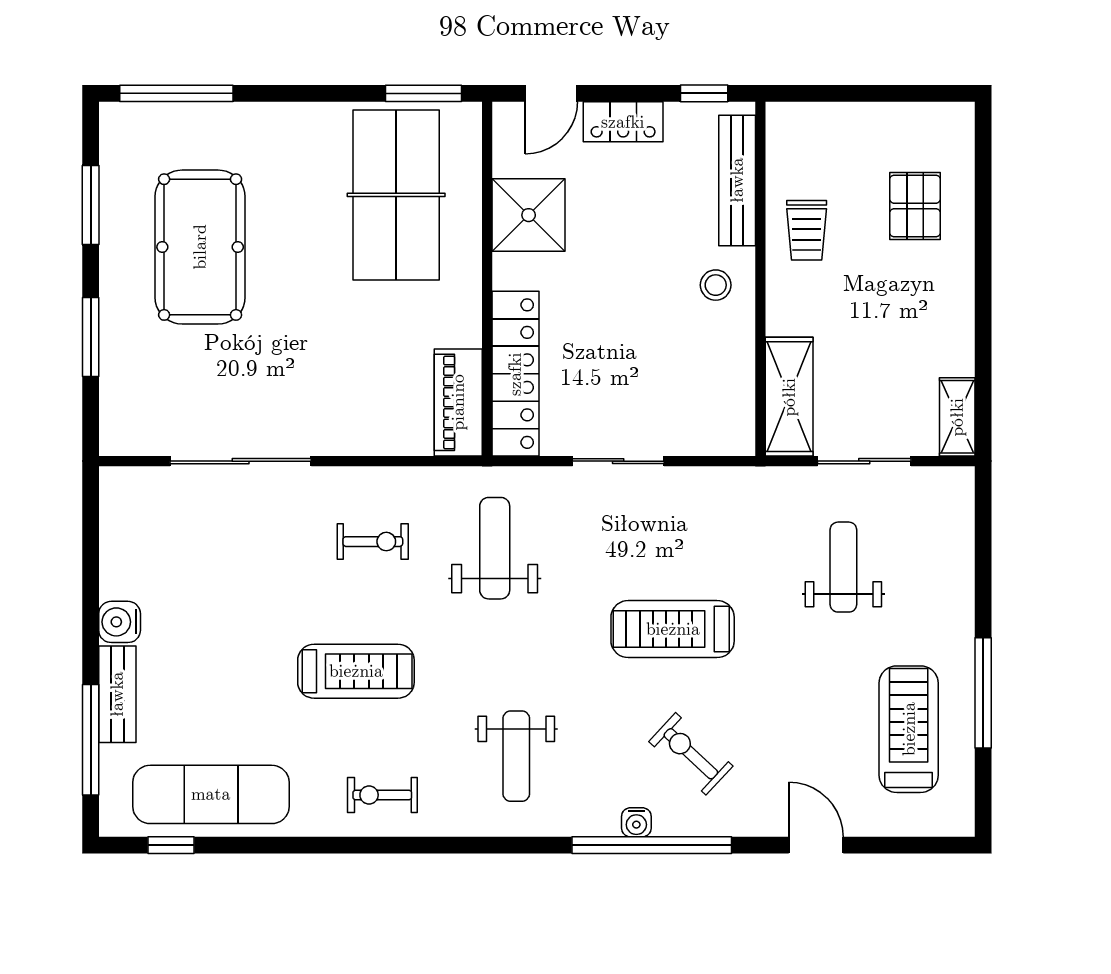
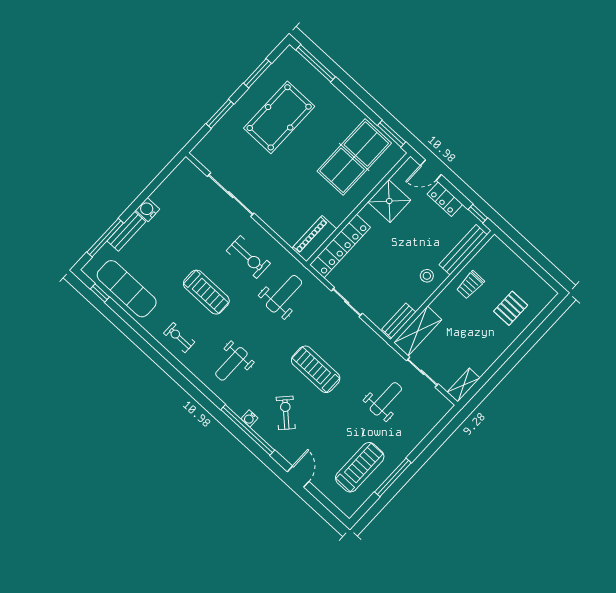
bench: (739, 409) -> (399, 321), added
exercise bike: (373, 542) -> (248, 257), width x1.38, depth x1.39

